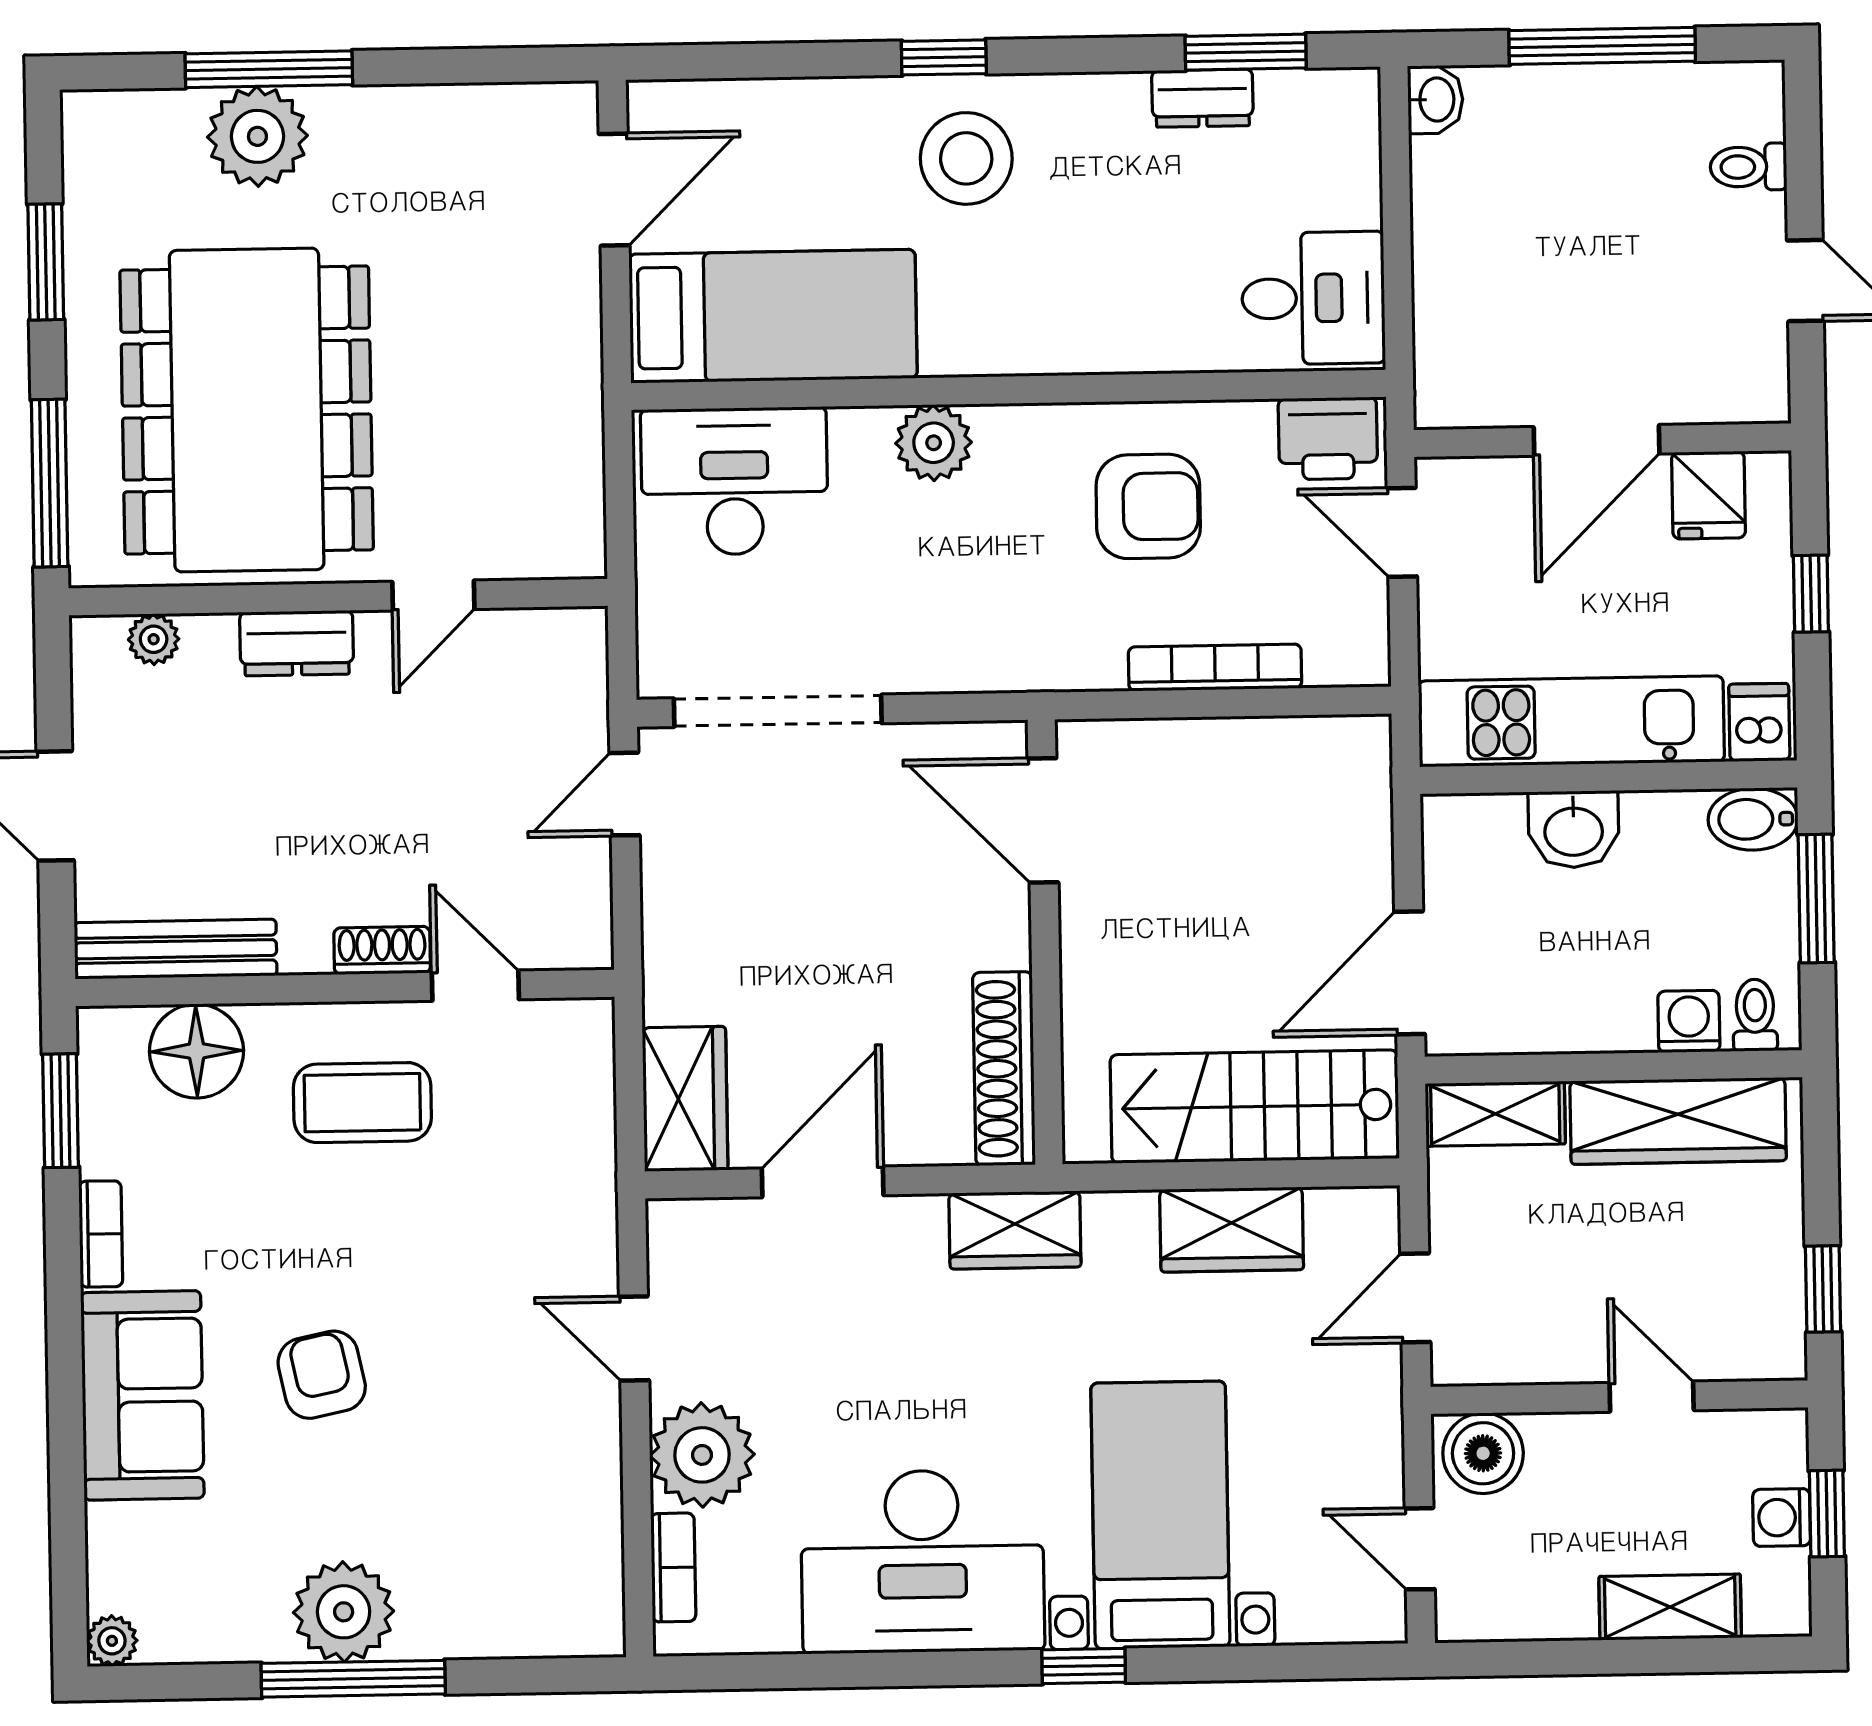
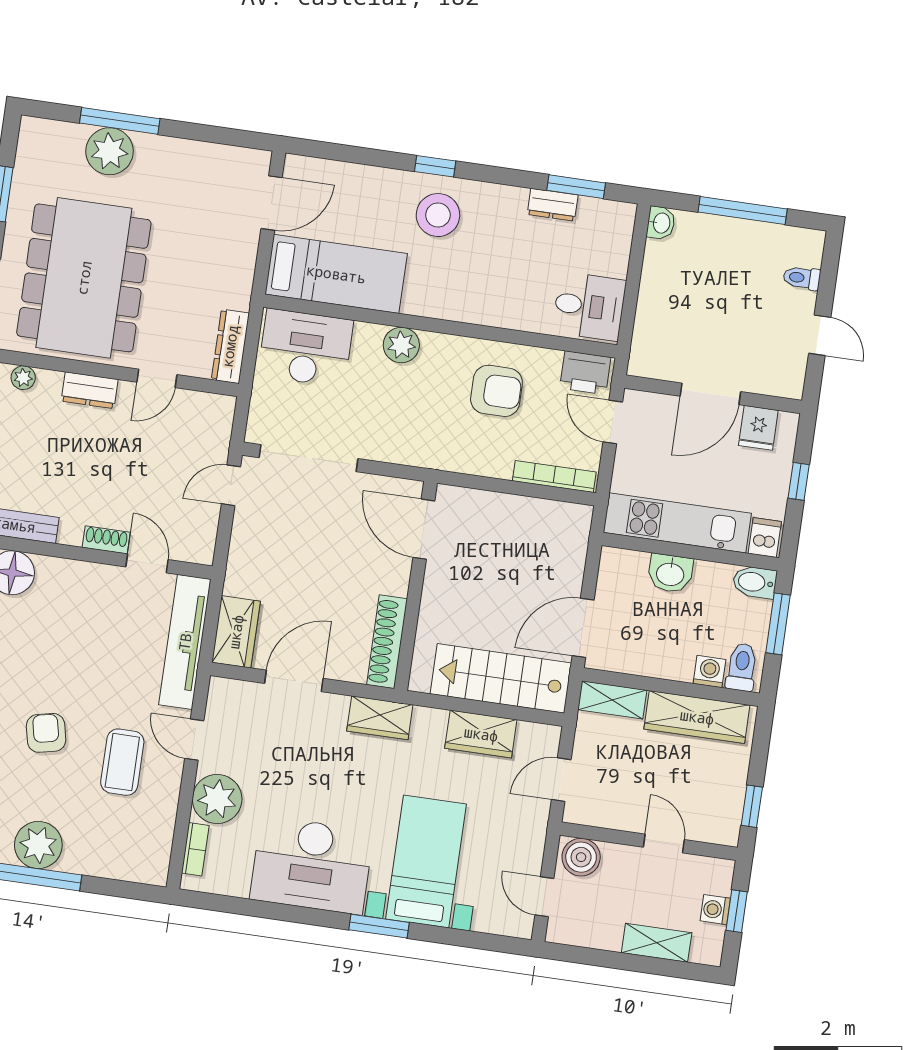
dresser: (576, 504) -> (230, 346), added
bookcase: (1215, 668) -> (554, 476), moved
toilet: (1755, 1015) -> (742, 667), width x1.37, depth x1.39
coffee table: (362, 1103) -> (122, 762), moved, turned 90
tv unit: (581, 1137) -> (185, 642), added
window: (1084, 1666) -> (379, 926), width x1.50

